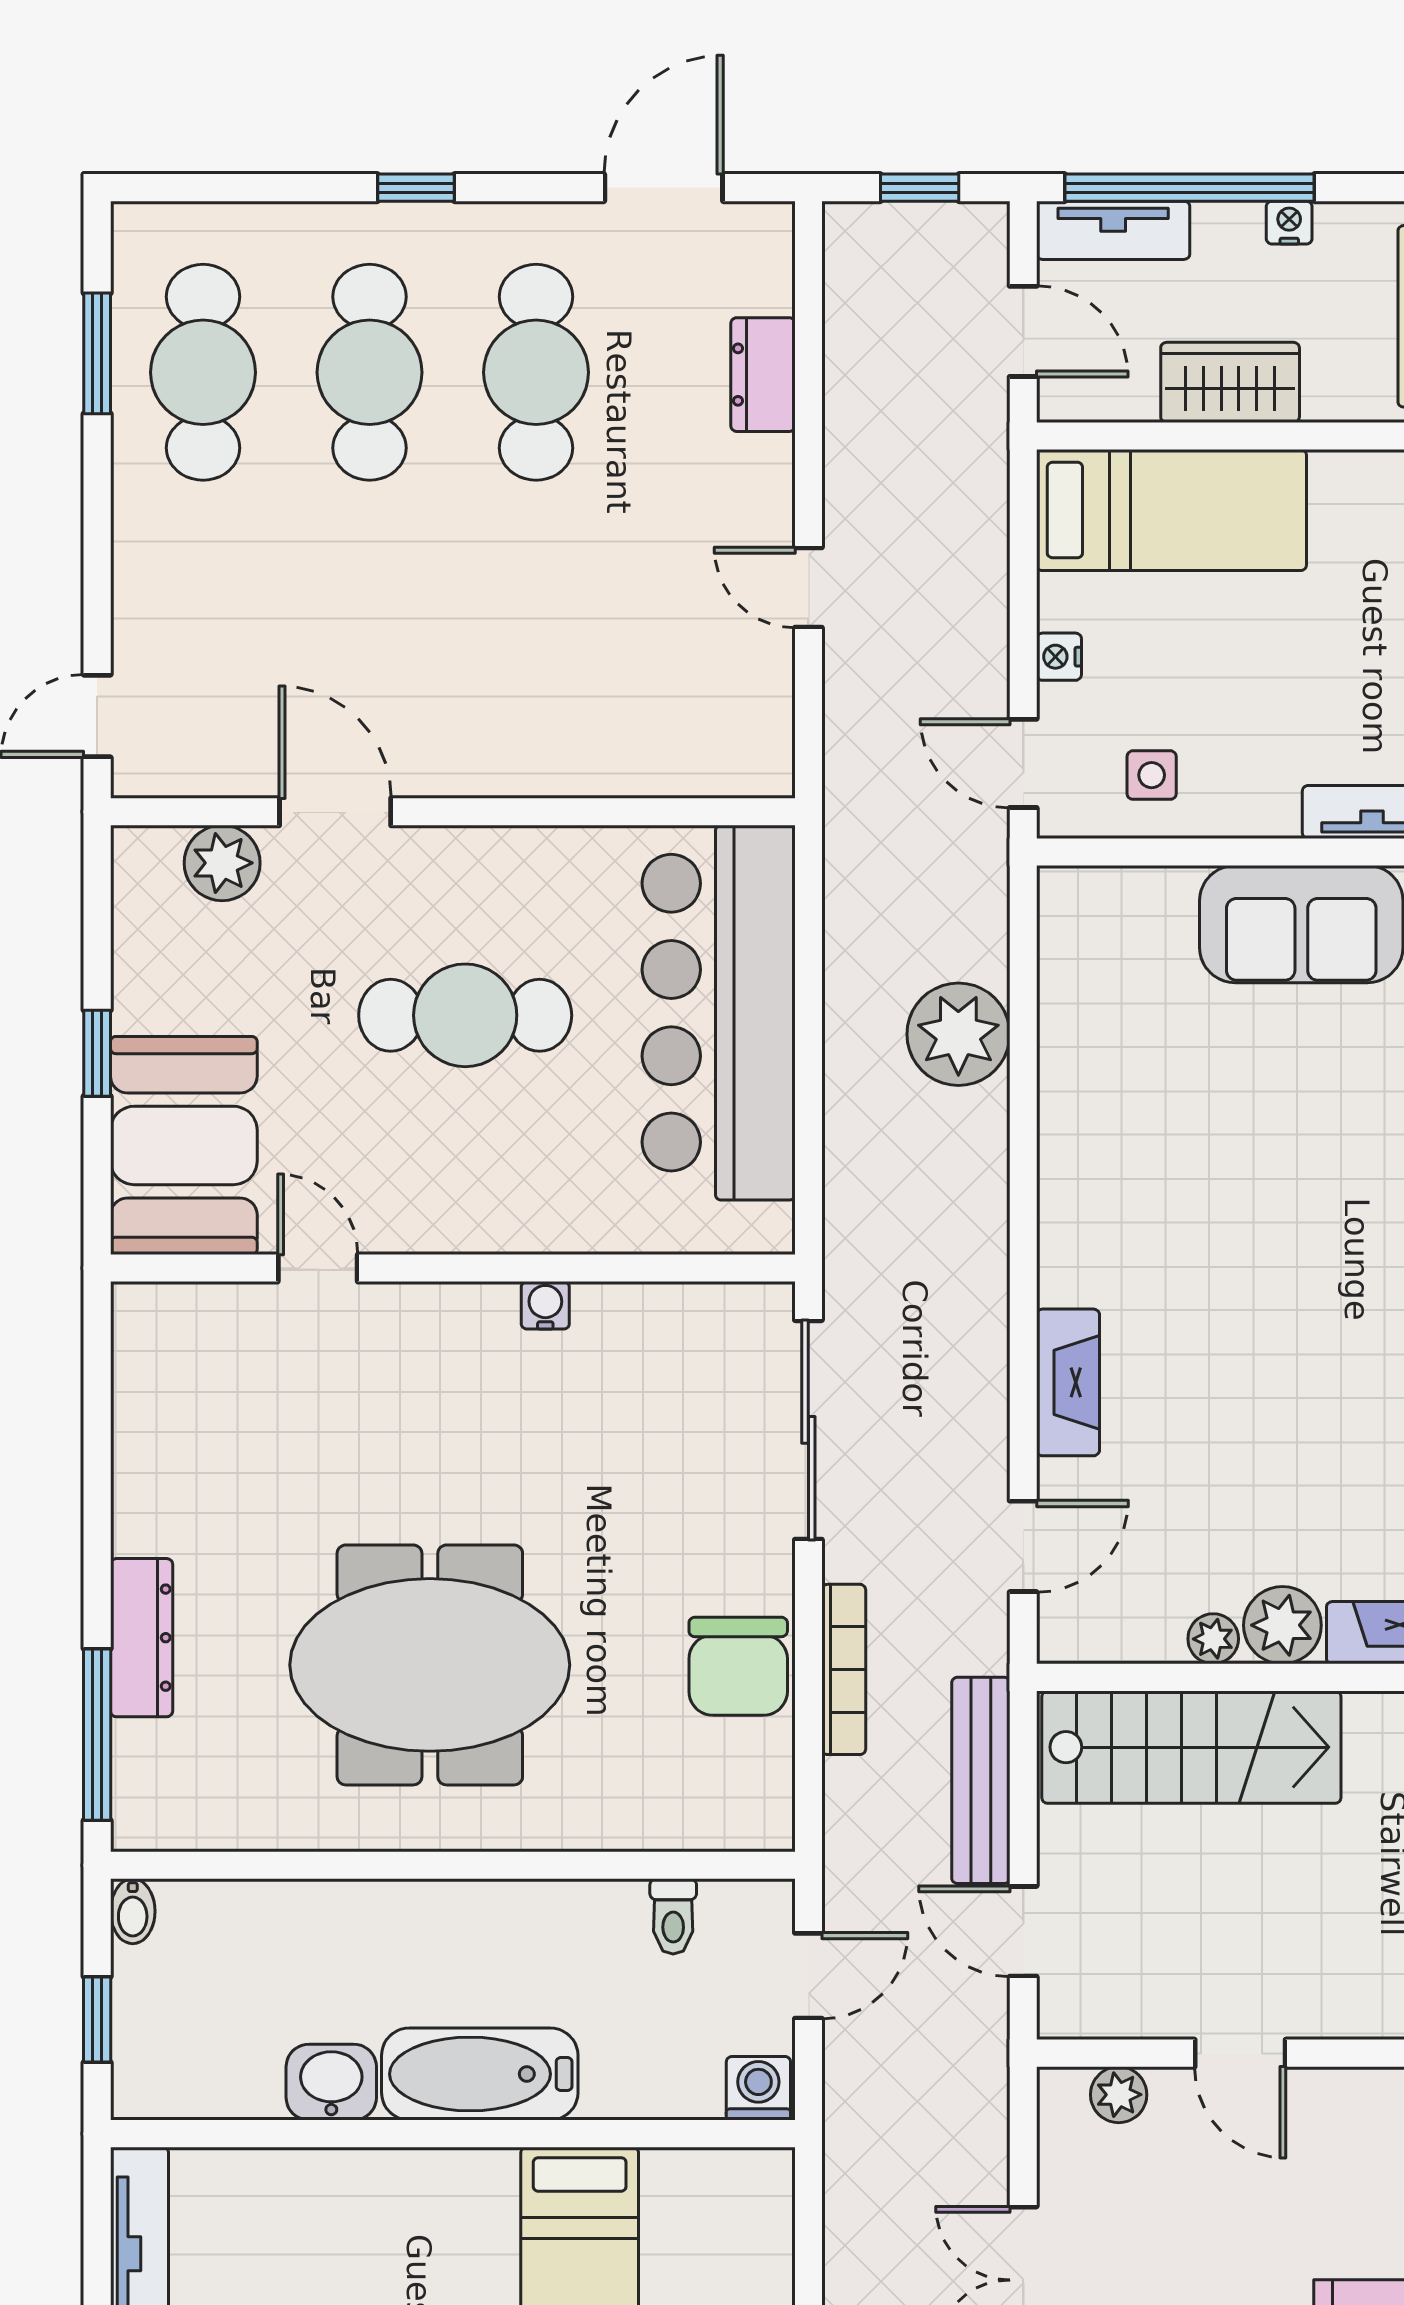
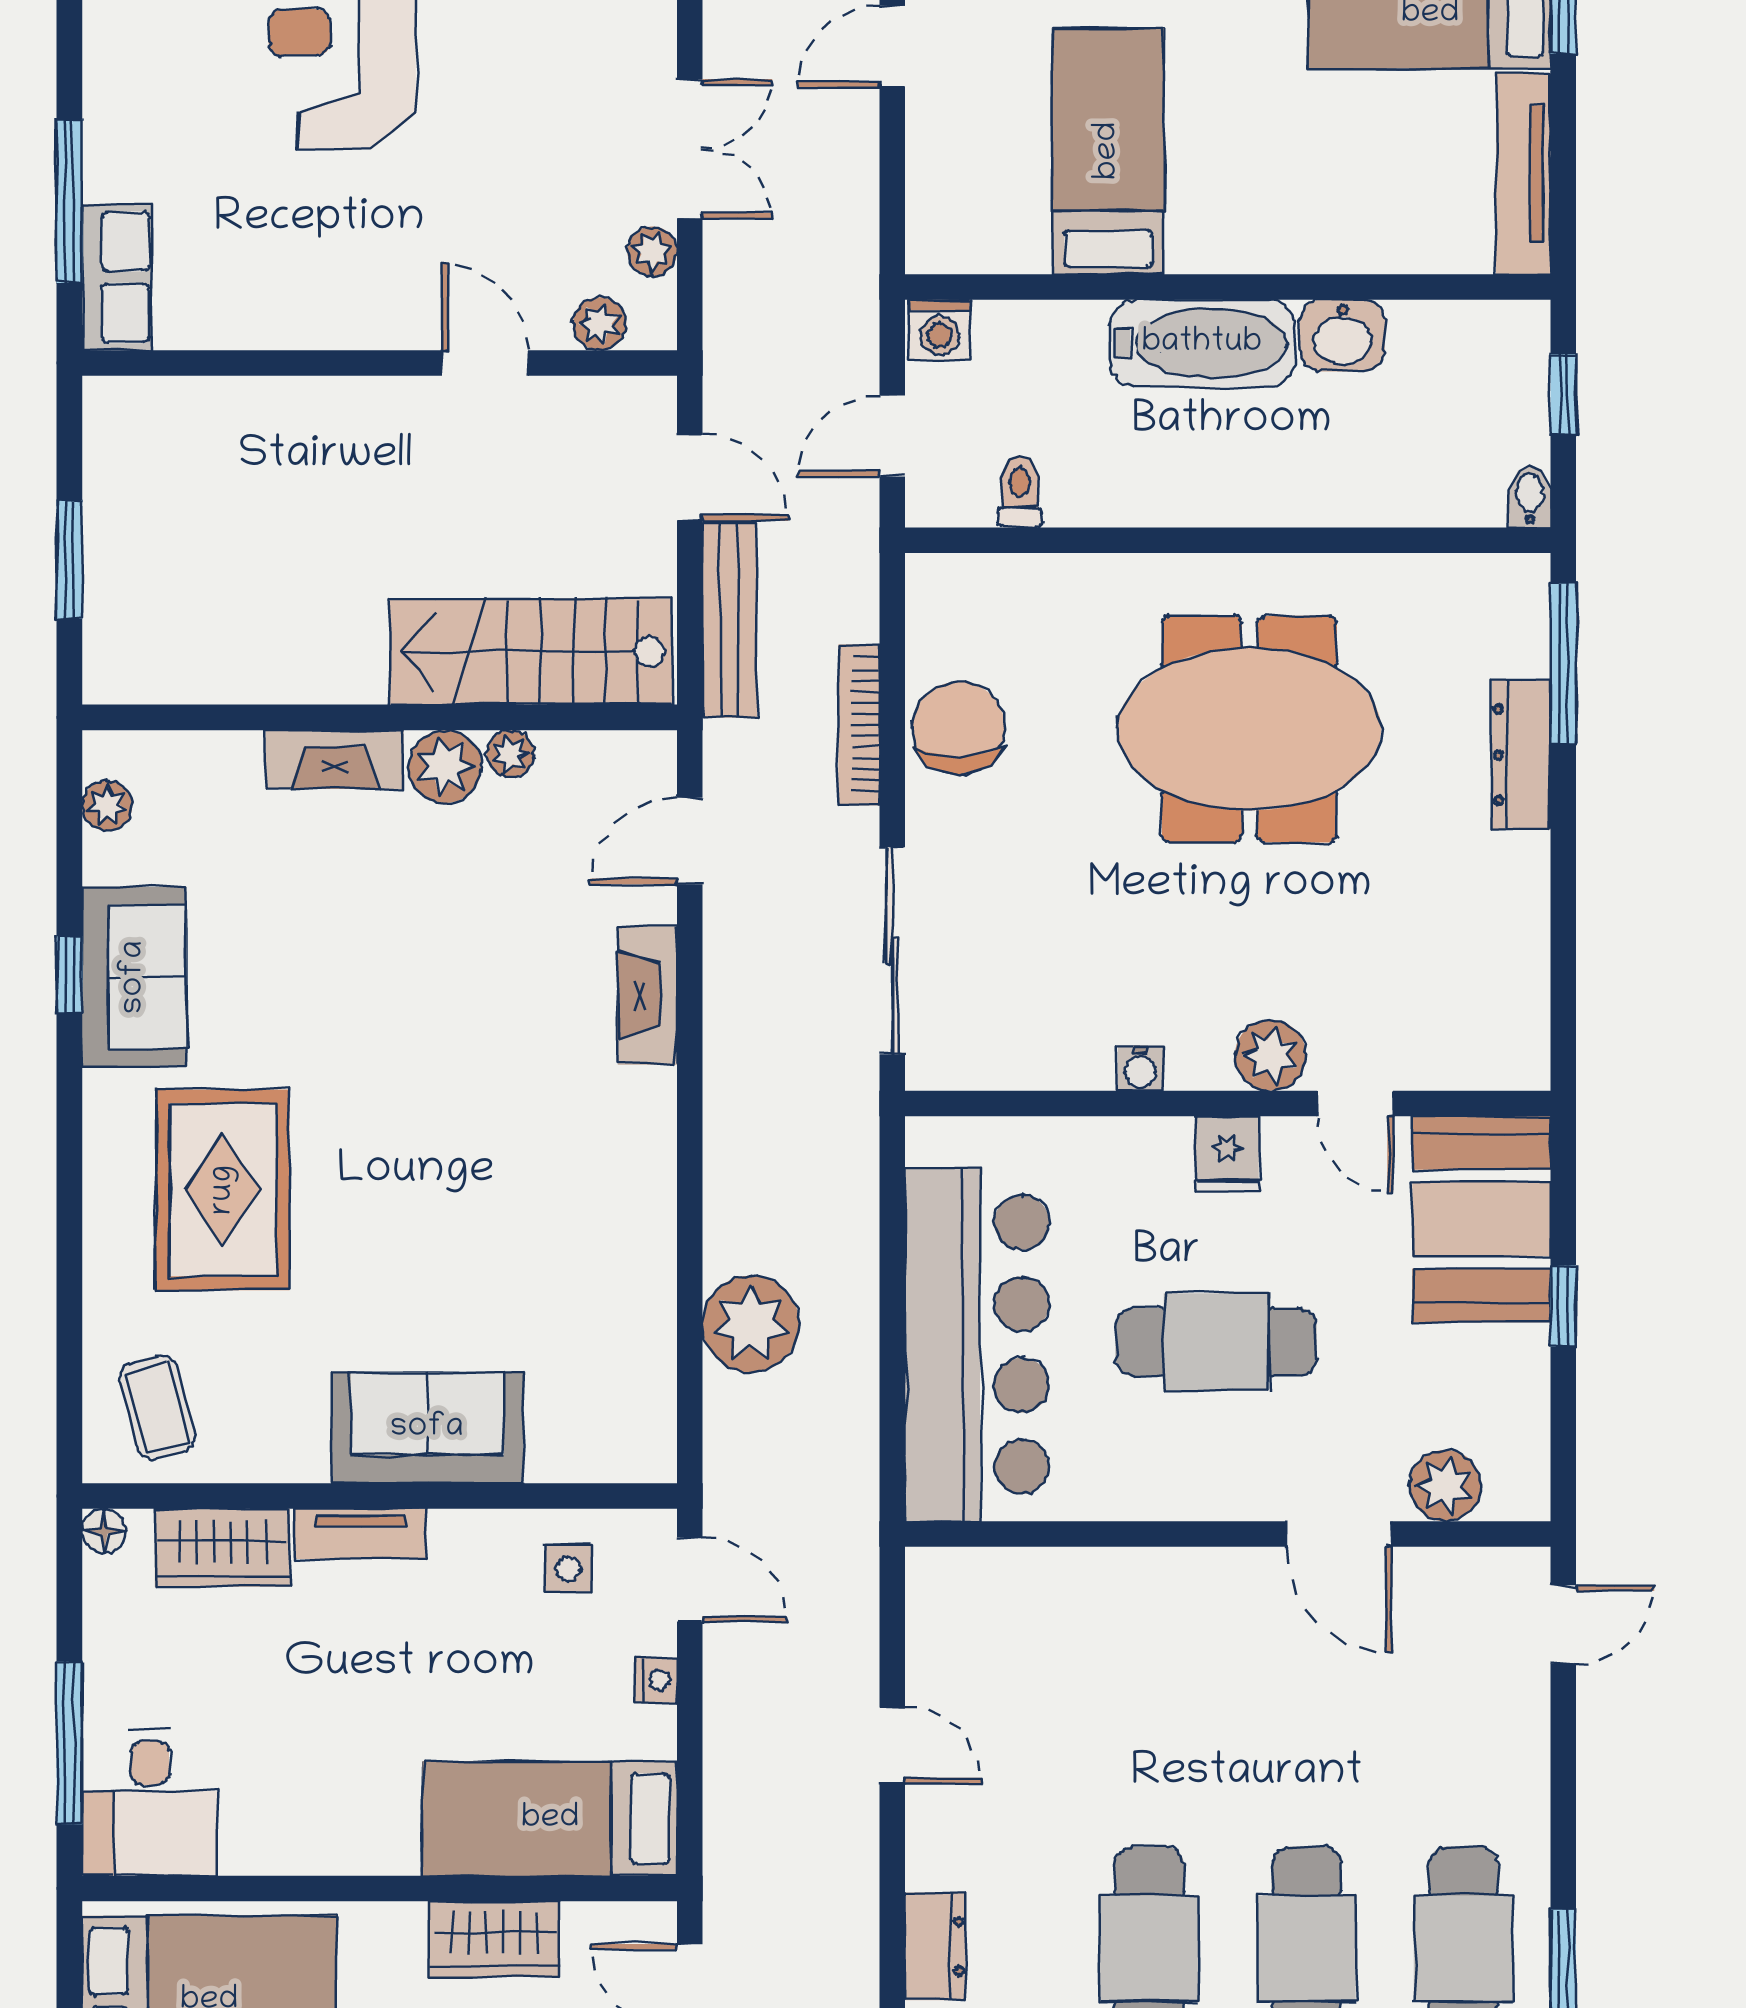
fridge: (453, 1215) -> (1227, 1154), added
plant: (407, 1319) -> (1271, 1055), added
plant: (1063, 2171) -> (652, 251), added

